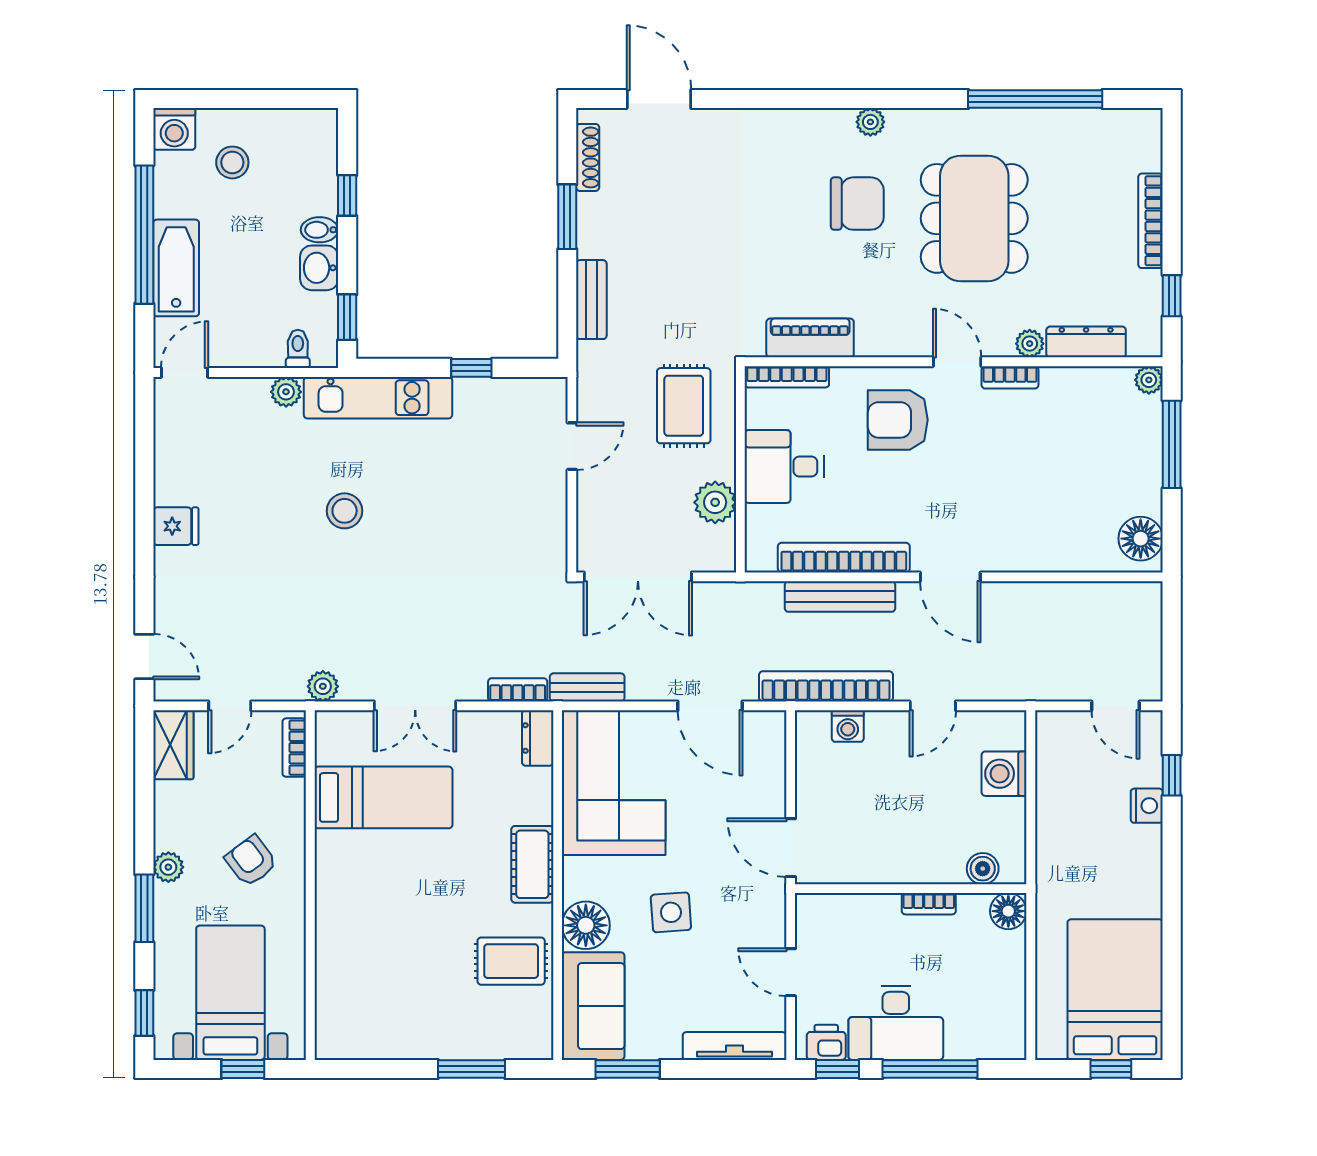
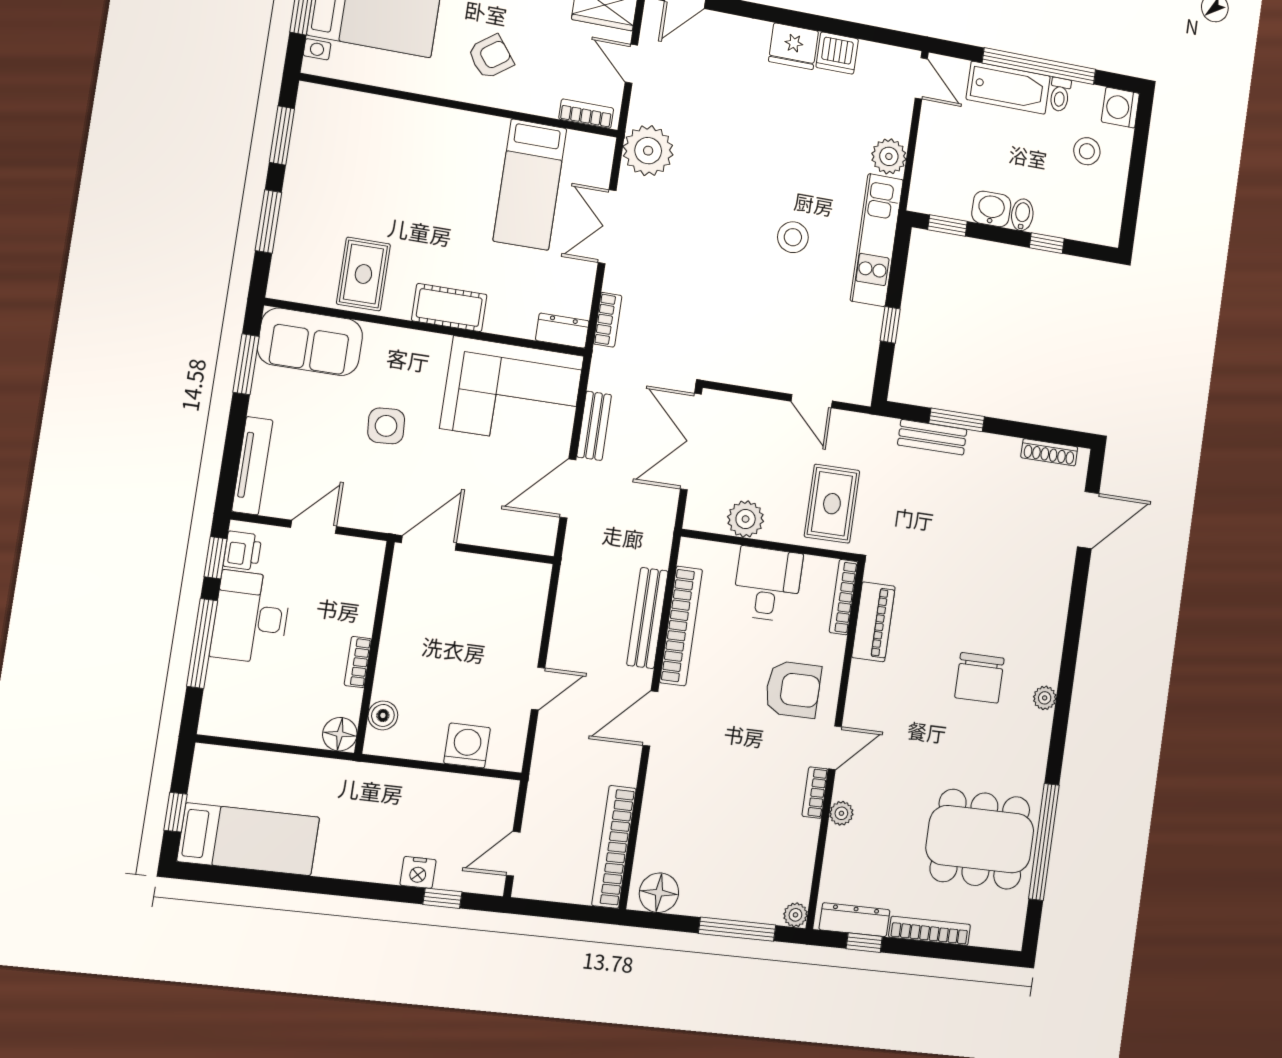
window: (567, 217) -> (957, 420), moved
dining table: (974, 218) -> (980, 839), moved
dresser: (1086, 342) -> (855, 920), moved, turned -90
toilet: (298, 349) -> (1060, 95), moved, turned 90
plant: (286, 392) -> (889, 156), width x1.38, depth x1.38
rug: (684, 406) -> (832, 504), turned 90
armchair: (898, 420) -> (793, 689), turned 90
dishwasher: (174, 475) -> (837, 53), added
stool: (345, 511) -> (793, 237), moved
fridge: (176, 526) -> (793, 46), width x1.38
plant: (323, 686) -> (648, 151), width x1.88, depth x1.88
bookcase: (826, 686) -> (614, 847), moved, turned 180
bench: (587, 687) -> (594, 426), moved
door: (933, 706) -> (538, 689), swing flipped
washing machine: (848, 726) -> (531, 610), removed
floor lamp: (586, 925) -> (386, 347), removed
bed: (1115, 990) -> (249, 839), width x0.67
window: (377, 1069) -> (282, 135), added

